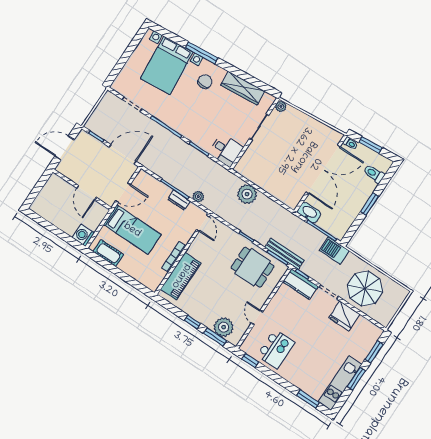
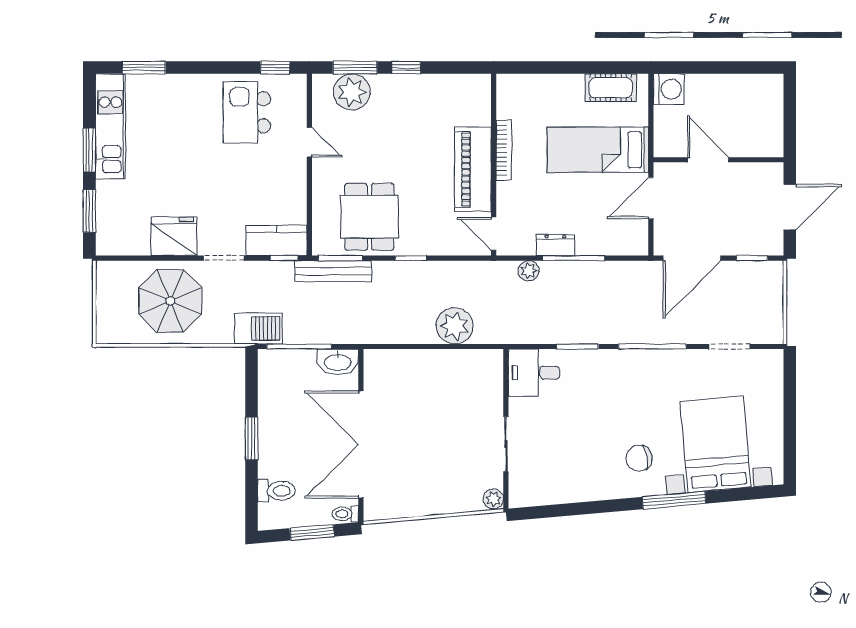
chair: (205, 82) -> (639, 458), turned 81
wardrobe: (243, 88) -> (573, 488), removed
dining table: (253, 267) -> (369, 217), turned 90
piano: (181, 276) -> (473, 169), moved

